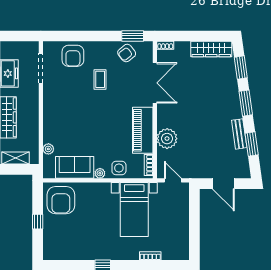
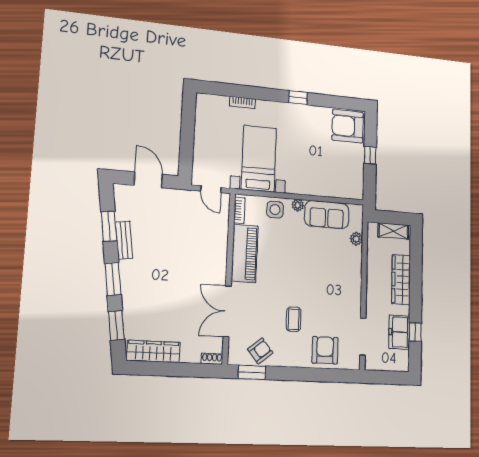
plant: (167, 139) -> (215, 241), removed
armchair: (61, 200) -> (348, 126), moved, turned -90

